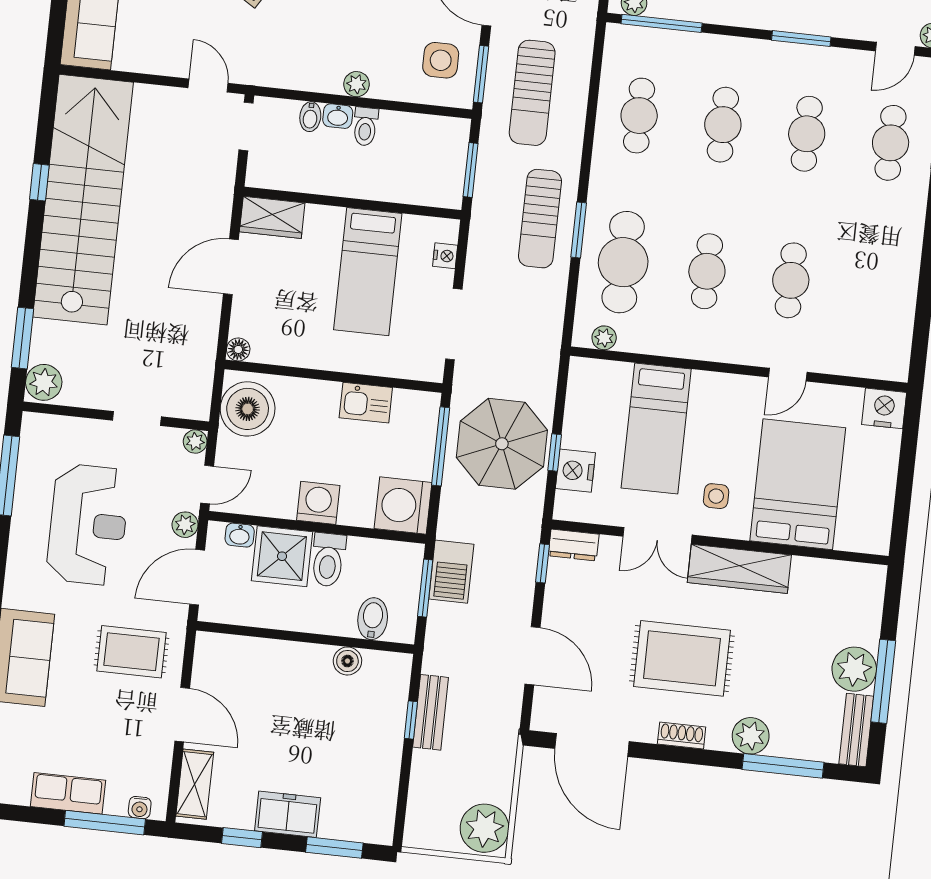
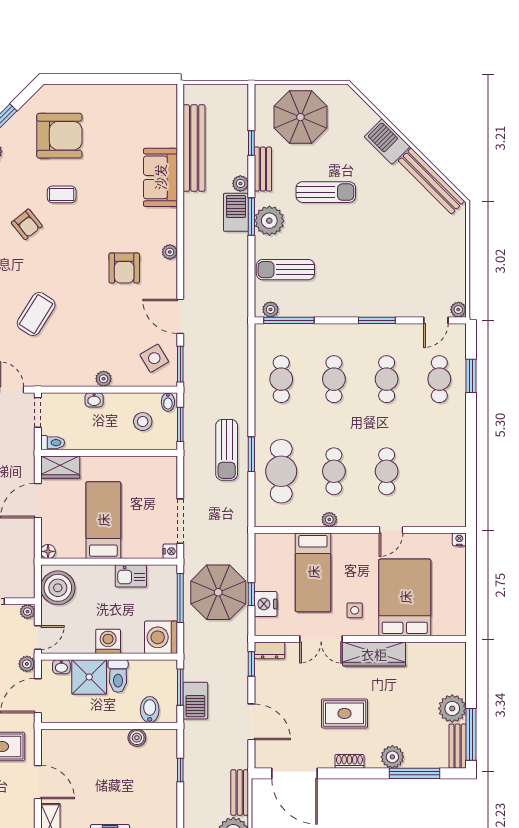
side table: (441, 60) -> (154, 358), turned -31
sun lounger: (532, 93) -> (213, 372), removed
bidet: (310, 117) -> (168, 402), moved
toilet: (365, 126) -> (53, 443), moved, turned -90
stool: (411, 159) -> (143, 422), added
nightstand: (445, 256) -> (170, 551), moved
bed: (368, 272) -> (103, 520), moved, turned 180
plant: (604, 338) -> (329, 520), moved
nightstand: (884, 408) -> (459, 539), width x0.53, depth x0.56
barbecue: (451, 572) -> (195, 701), moved
rug: (682, 658) -> (344, 713), width x0.73, depth x0.70
window: (883, 681) -> (471, 734), moved
bench: (431, 712) -> (240, 793), moved

